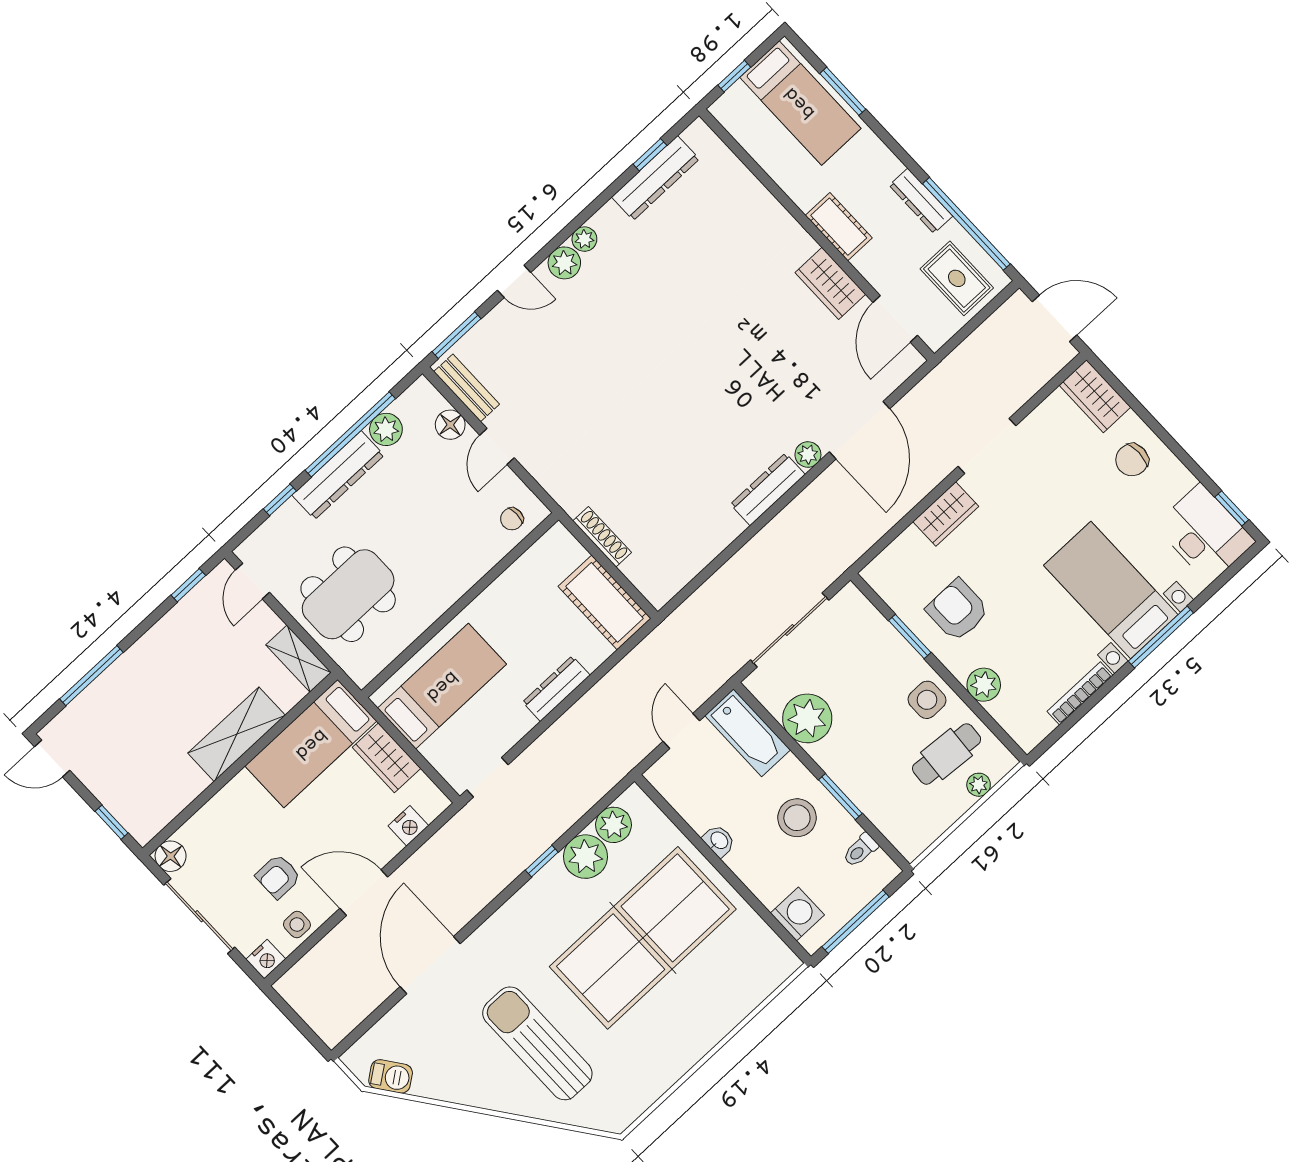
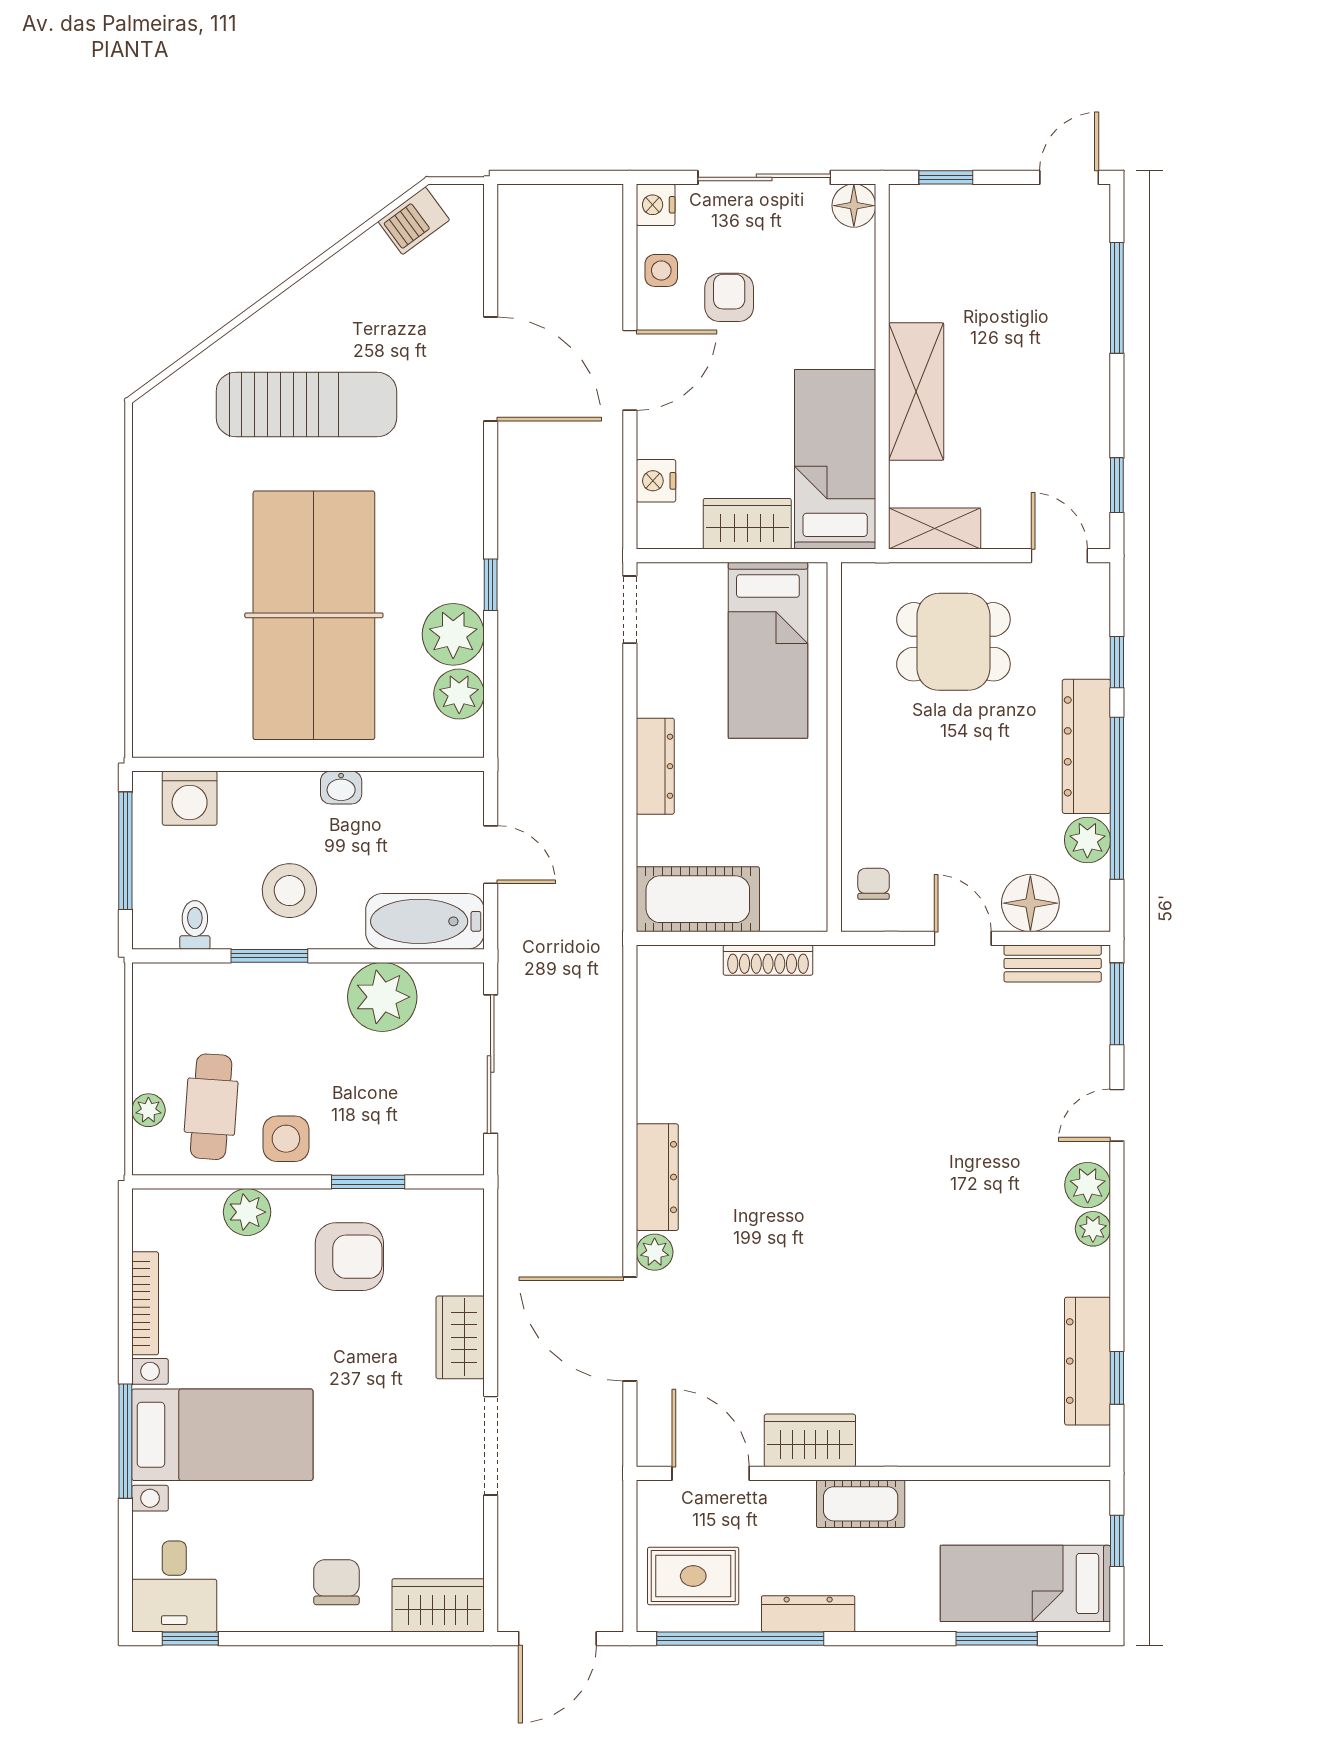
floor lamp: (450, 425) -> (1030, 903), width x1.38, depth x1.38
desk: (1205, 534) -> (174, 1586), width x0.73
dining table: (348, 594) -> (953, 642), width x0.73

